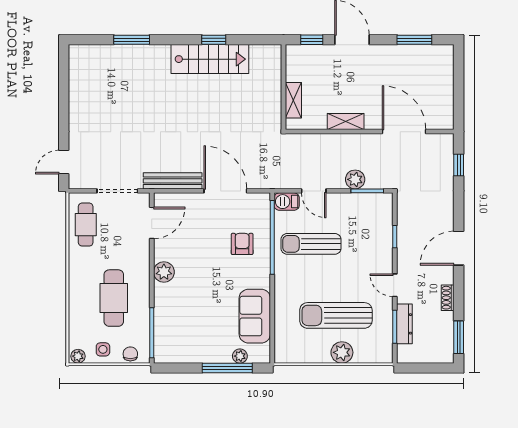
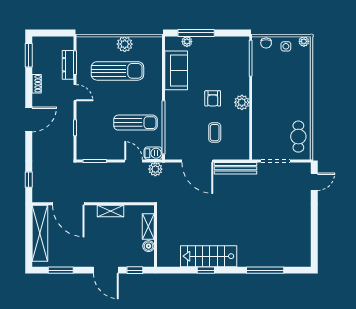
window: (132, 40) -> (265, 270), width x1.44
boiler: (293, 73) -> (149, 246), added
shelving: (443, 91) -> (40, 233), added
plant: (355, 179) -> (155, 169), moved
door: (152, 223) -> (251, 138), removed
coffee table: (201, 230) -> (215, 133), added
armchair: (242, 244) -> (213, 98), moved
cafe table: (114, 298) -> (278, 83), removed
plant: (342, 352) -> (125, 44), moved

